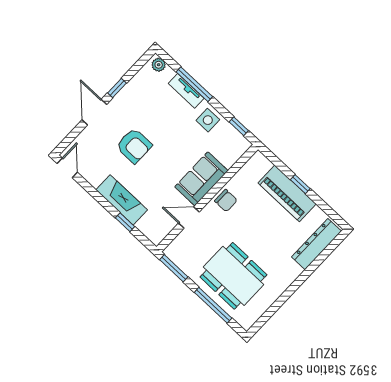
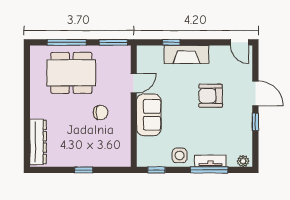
piano: (287, 193) -> (86, 156), removed
chair: (226, 201) -> (101, 113), moved, turned 180

